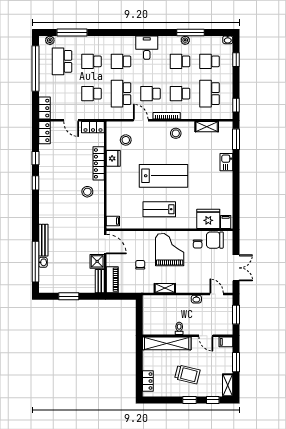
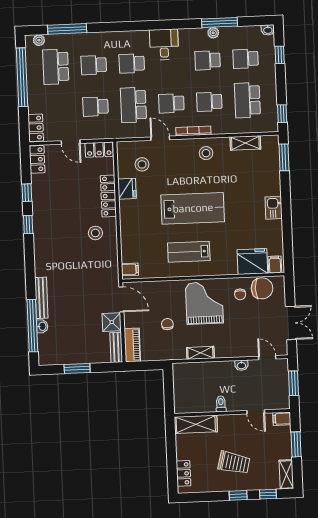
kitchen sink: (226, 162) -> (274, 208), moved
chair: (215, 240) -> (262, 288), turned 180
shelving: (167, 343) -> (196, 424), width x0.68

